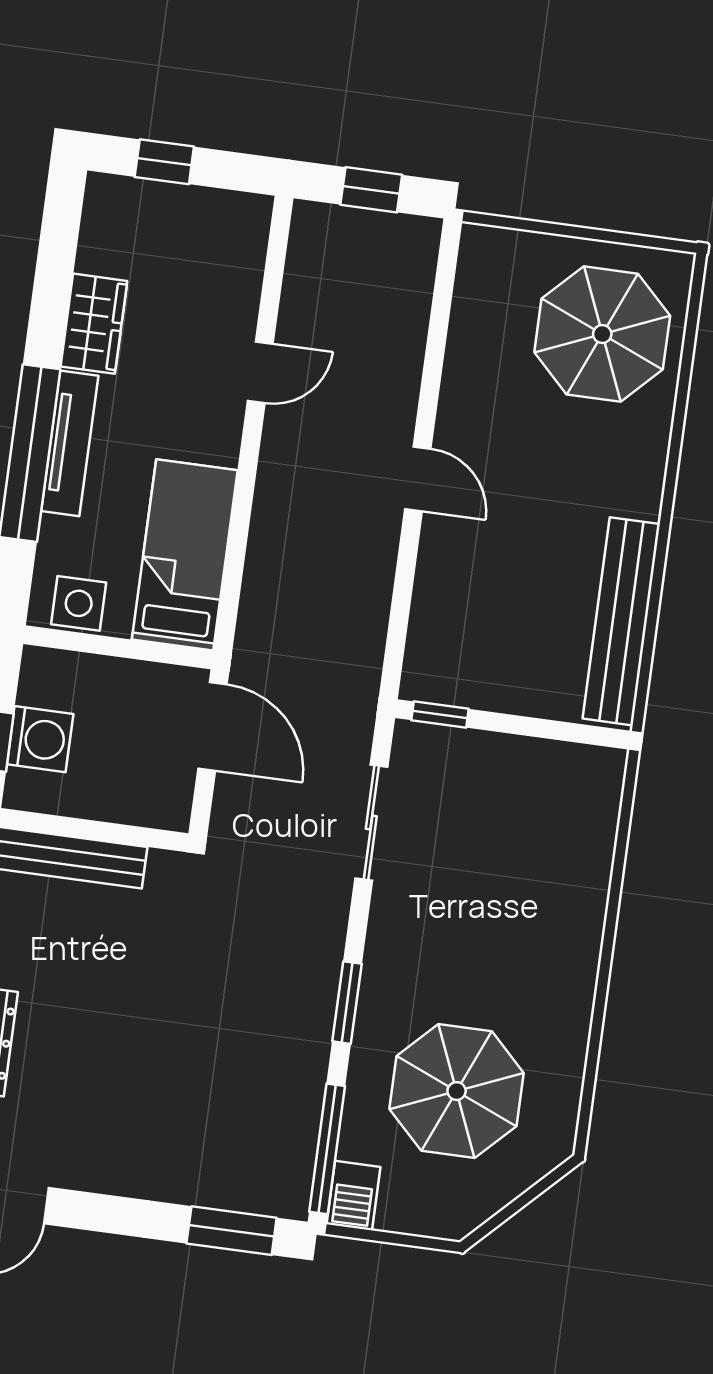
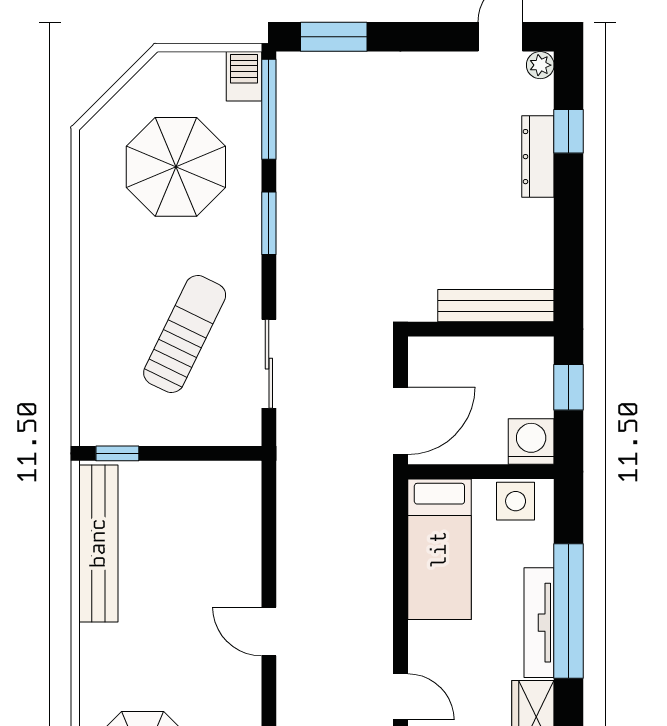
door: (260, 372) -> (400, 697), swing flipped
window: (440, 715) -> (117, 453), moved
door: (212, 726) -> (400, 421), swing flipped
washing machine: (40, 739) -> (531, 441), moved, turned 90
sun lounger: (474, 875) -> (185, 334), added

